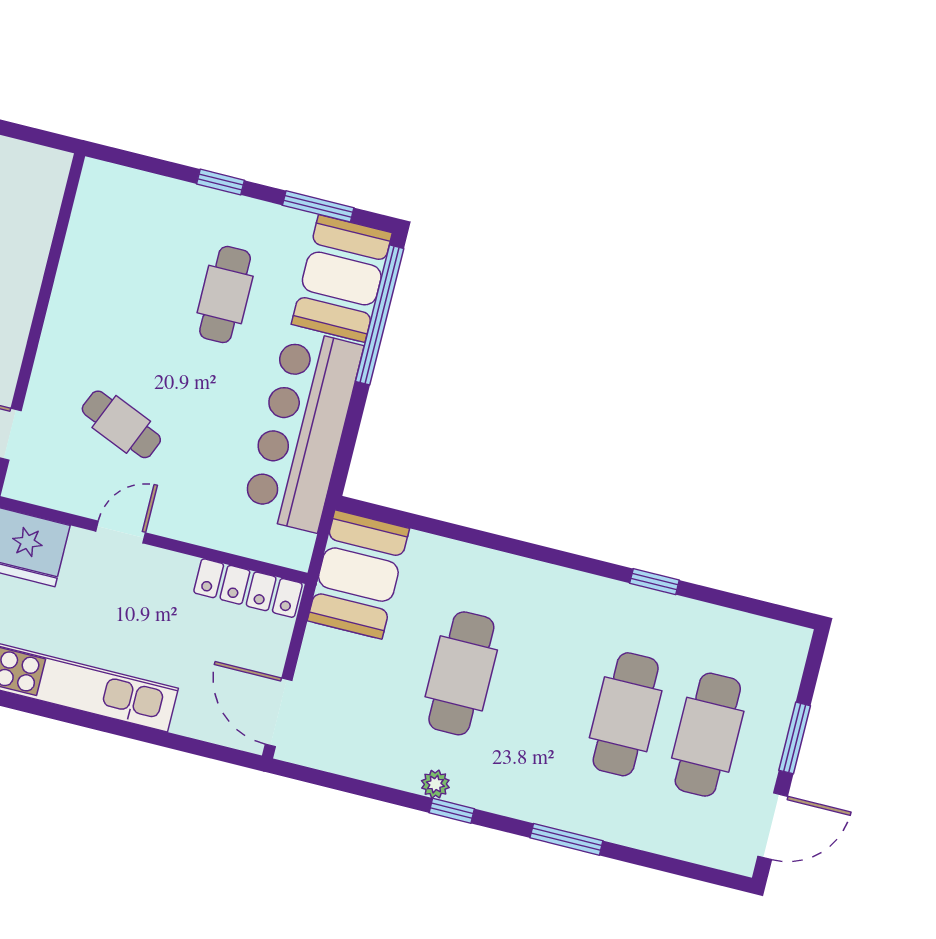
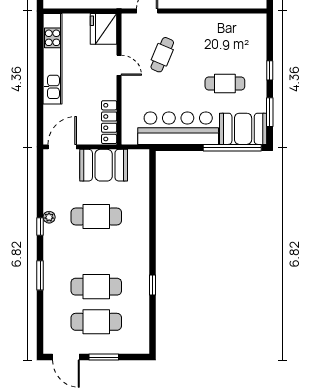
booth: (358, 575) -> (104, 165), moved

